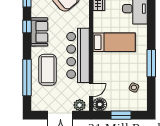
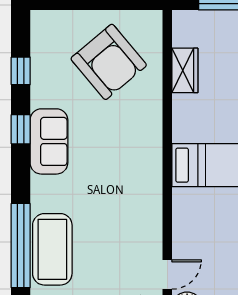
bar counter: (78, 55) -> (137, 195), removed
coffee table: (48, 70) -> (52, 249), moved

